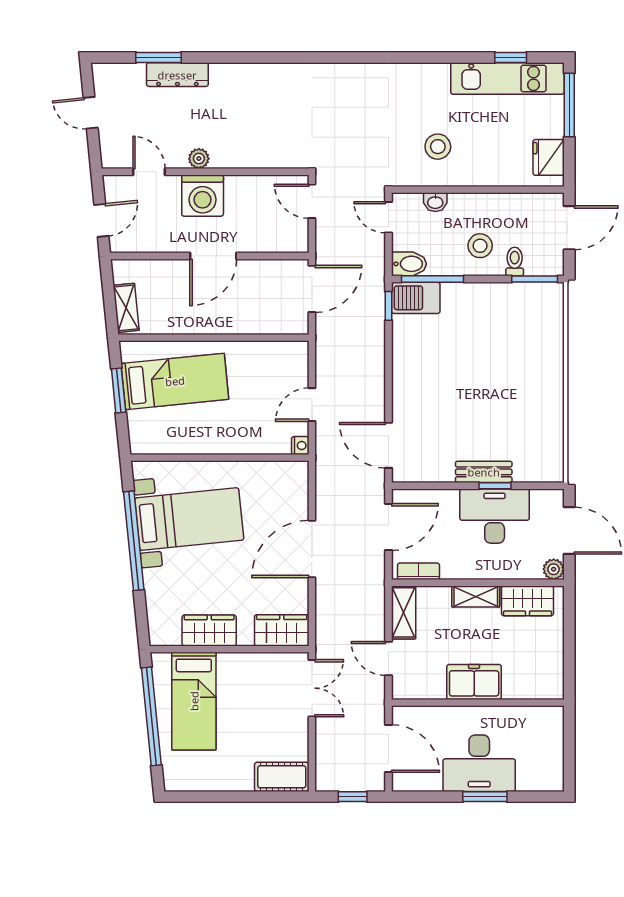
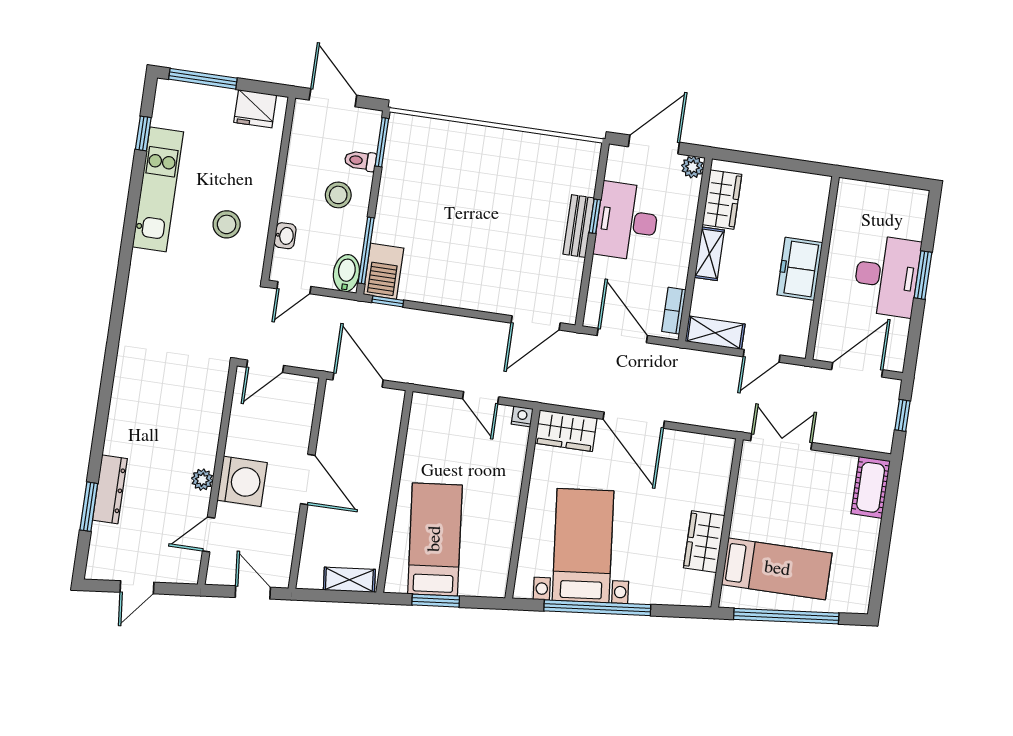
kitchen unit: (507, 78) -> (158, 189), moved
wardrobe: (282, 630) -> (566, 431), moved, turned -90

